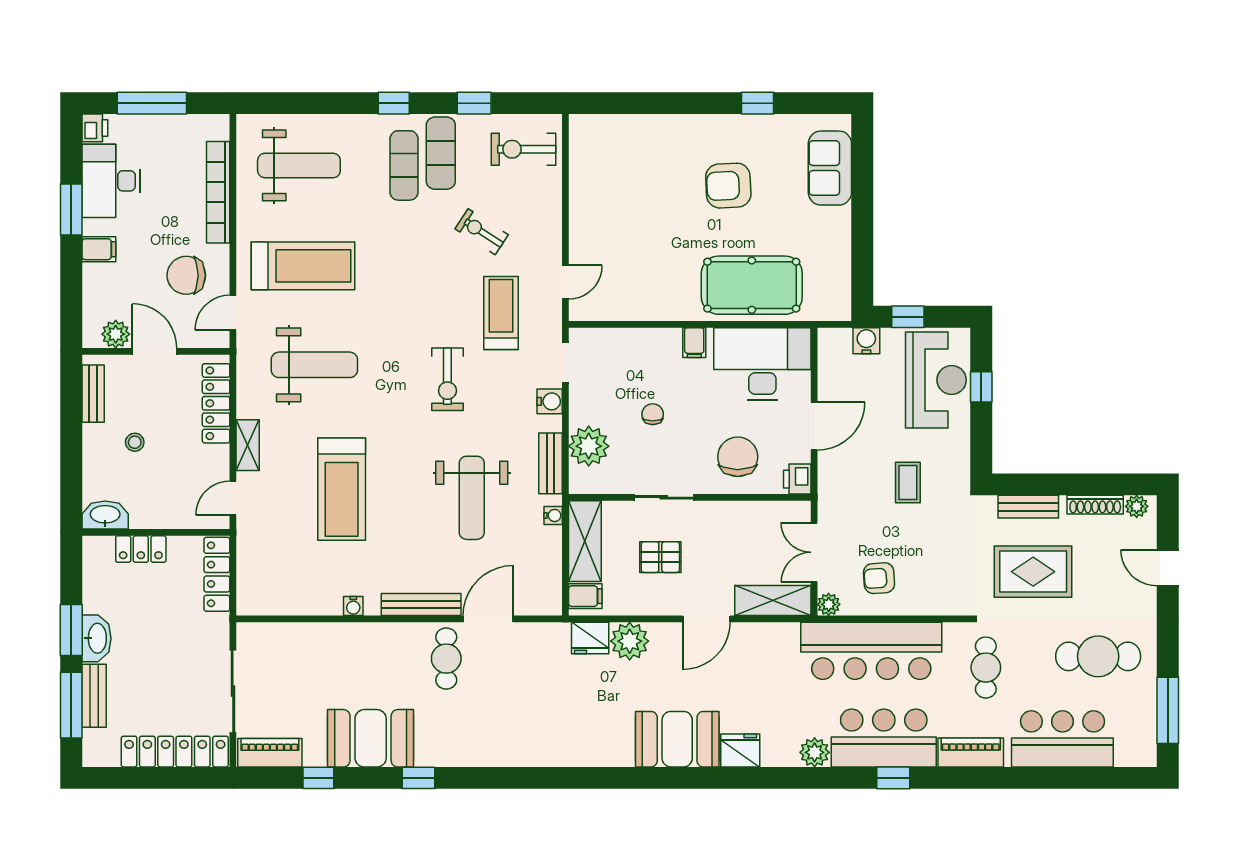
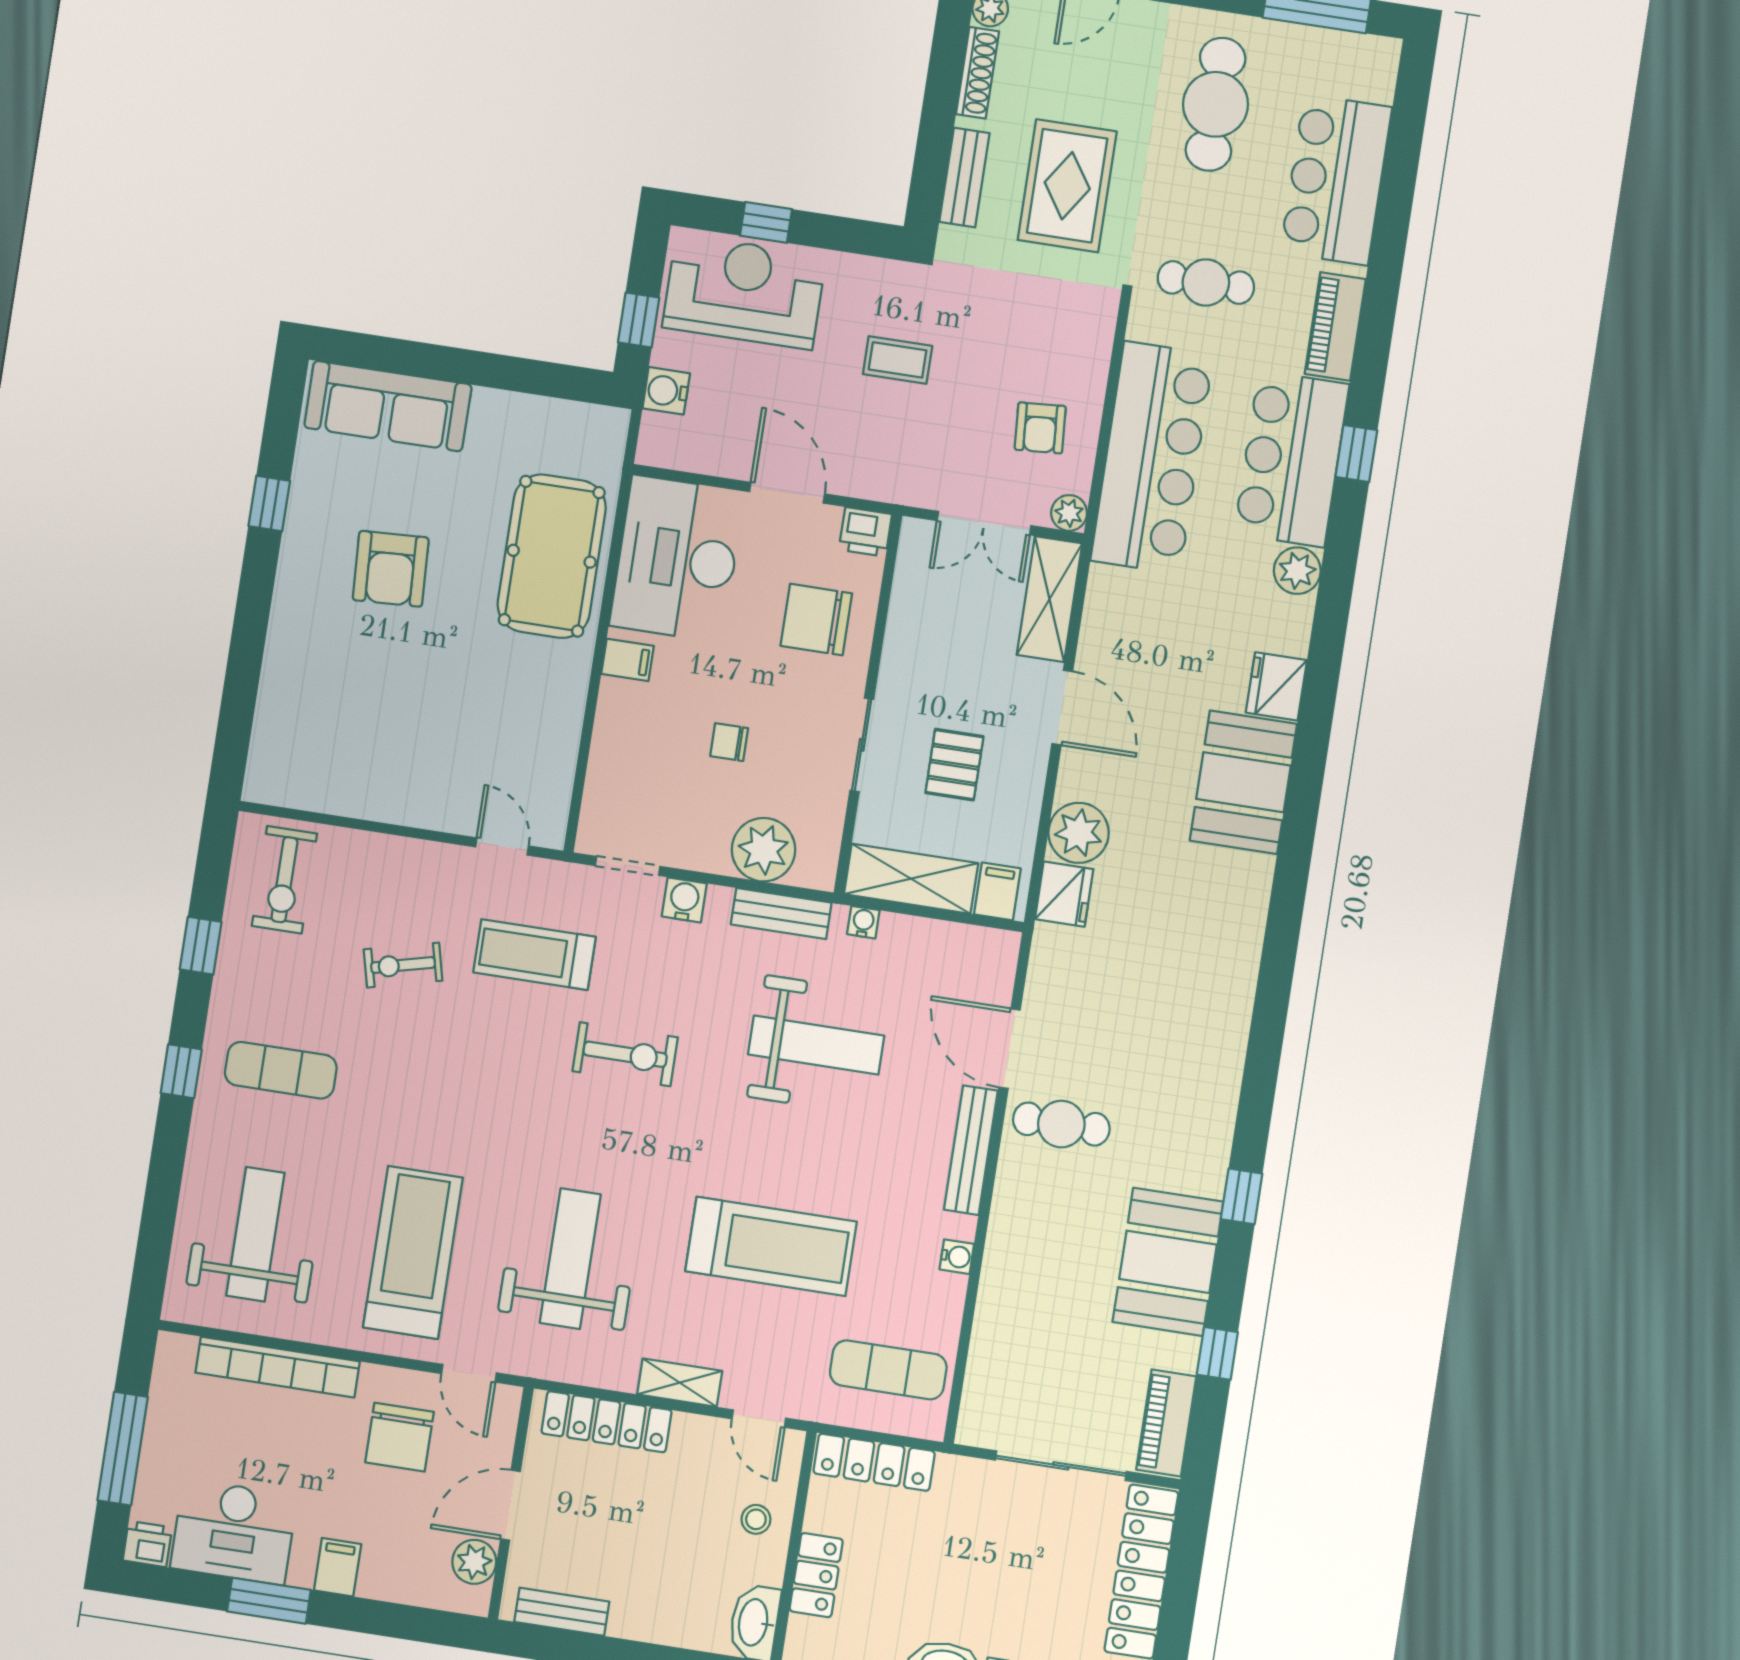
exercise mat: (441, 153) -> (888, 1370), moved
sofa: (830, 168) -> (388, 406), width x1.36
exercise bike: (482, 232) -> (403, 965), turned 43
stool: (135, 442) -> (756, 1519), moved

